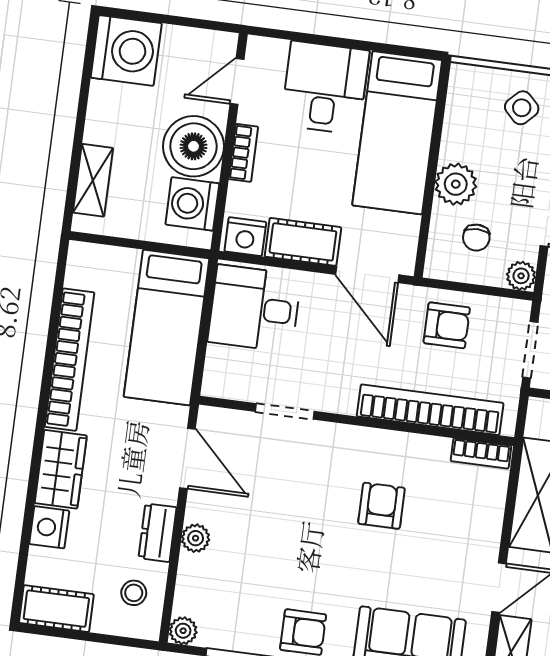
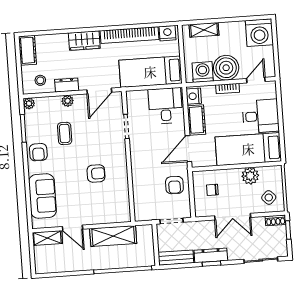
door: (237, 81) -> (256, 80), hinge flipped
plant: (456, 184) -> (250, 176), moved
plant: (521, 276) -> (201, 211), removed
bookcase: (430, 410) -> (139, 185), removed
bookcase: (481, 453) -> (125, 209), removed
nightstand: (49, 527) -> (167, 33), moved
coffee table: (271, 561) -> (65, 133), added

